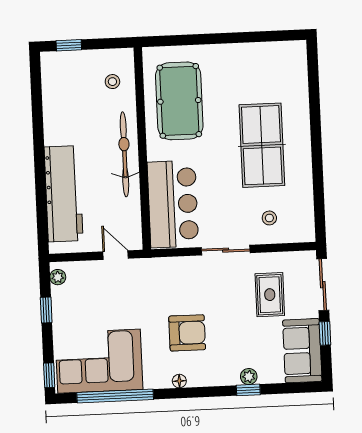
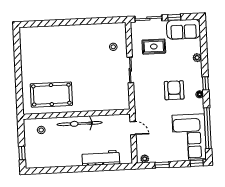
table tennis table: (262, 145) -> (75, 51), removed
workbench: (64, 194) -> (101, 158), width x0.73, depth x0.76
bar counter: (173, 204) -> (106, 98), removed
door: (116, 255) -> (133, 128), swing flipped
window: (248, 390) -> (205, 83), moved

